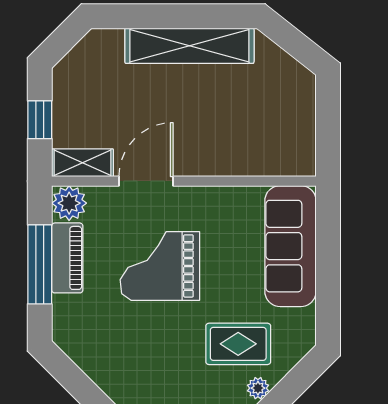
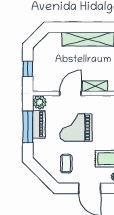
shelving: (82, 163) -> (95, 86), moved
coffee table: (136, 356) -> (66, 164), added

